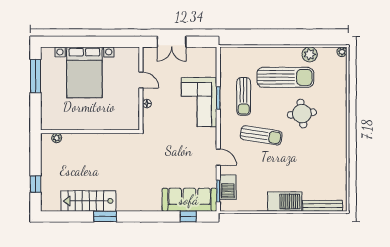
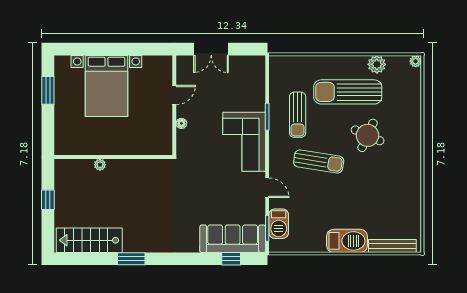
window: (36, 76) -> (48, 90), width x0.69
sun lounger: (285, 77) -> (348, 92), turned 180
door: (141, 80) -> (174, 95), hinge flipped
corner sofa: (199, 102) -> (244, 142), moved
round table: (302, 114) -> (368, 135), turned 31
plant: (57, 138) -> (100, 165), moved
window: (36, 184) -> (48, 200), moved
stairs: (88, 201) -> (89, 240), moved

